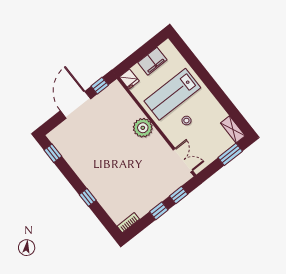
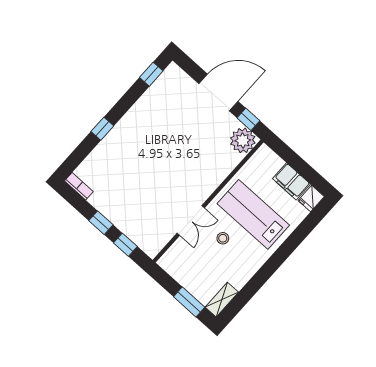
fridge: (129, 79) -> (311, 198), moved
plant: (143, 128) -> (243, 140), moved
double door: (183, 160) -> (191, 221), moved

